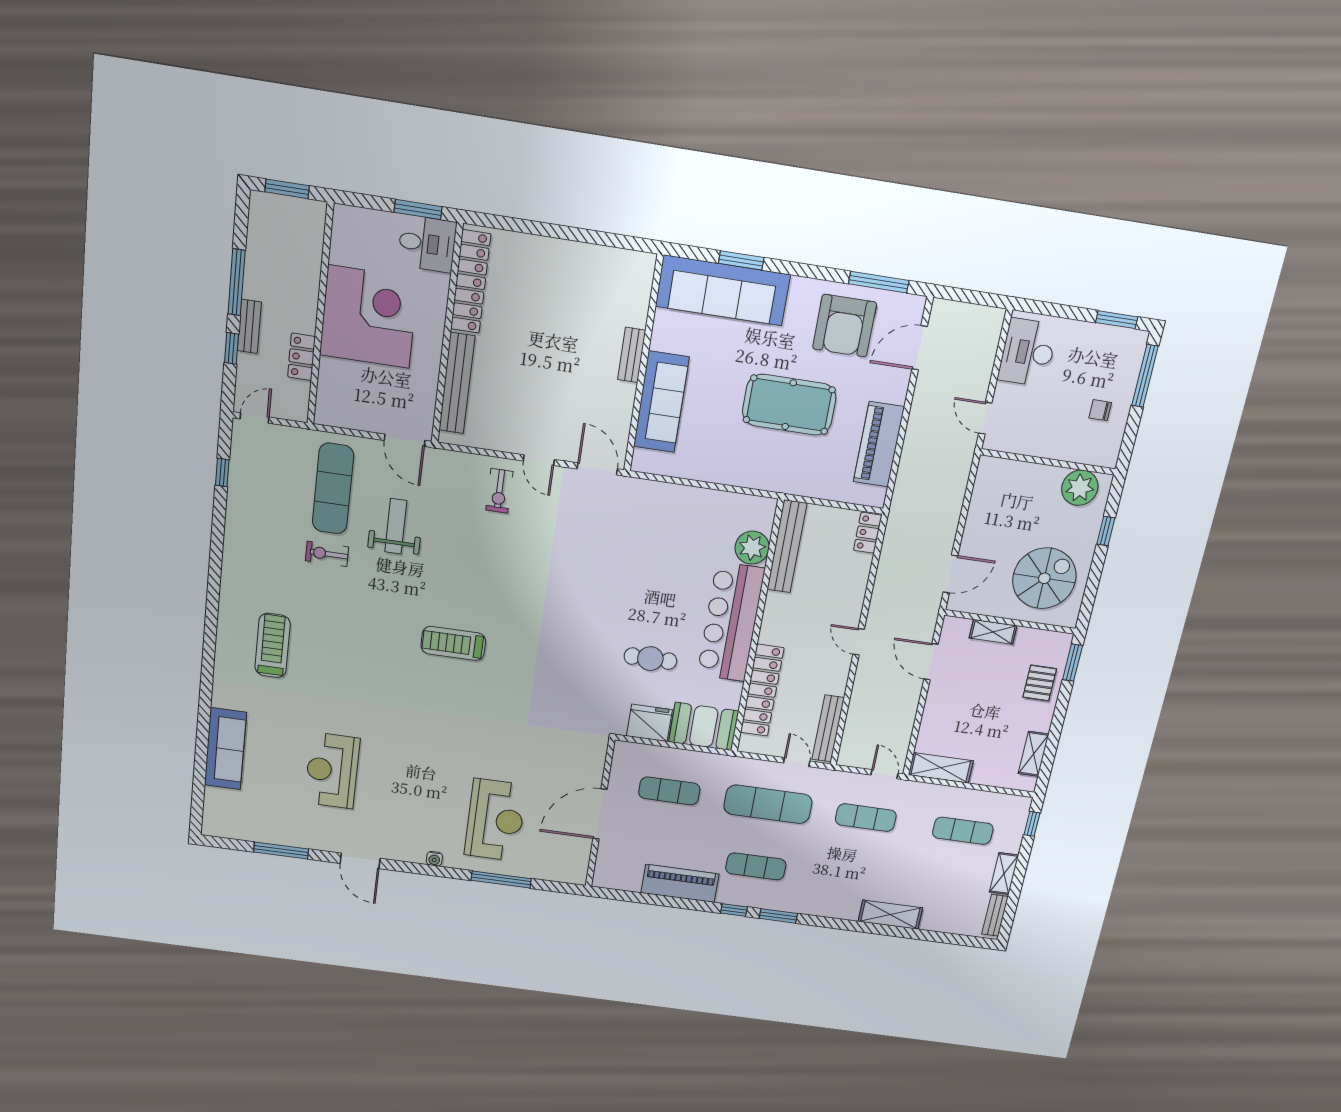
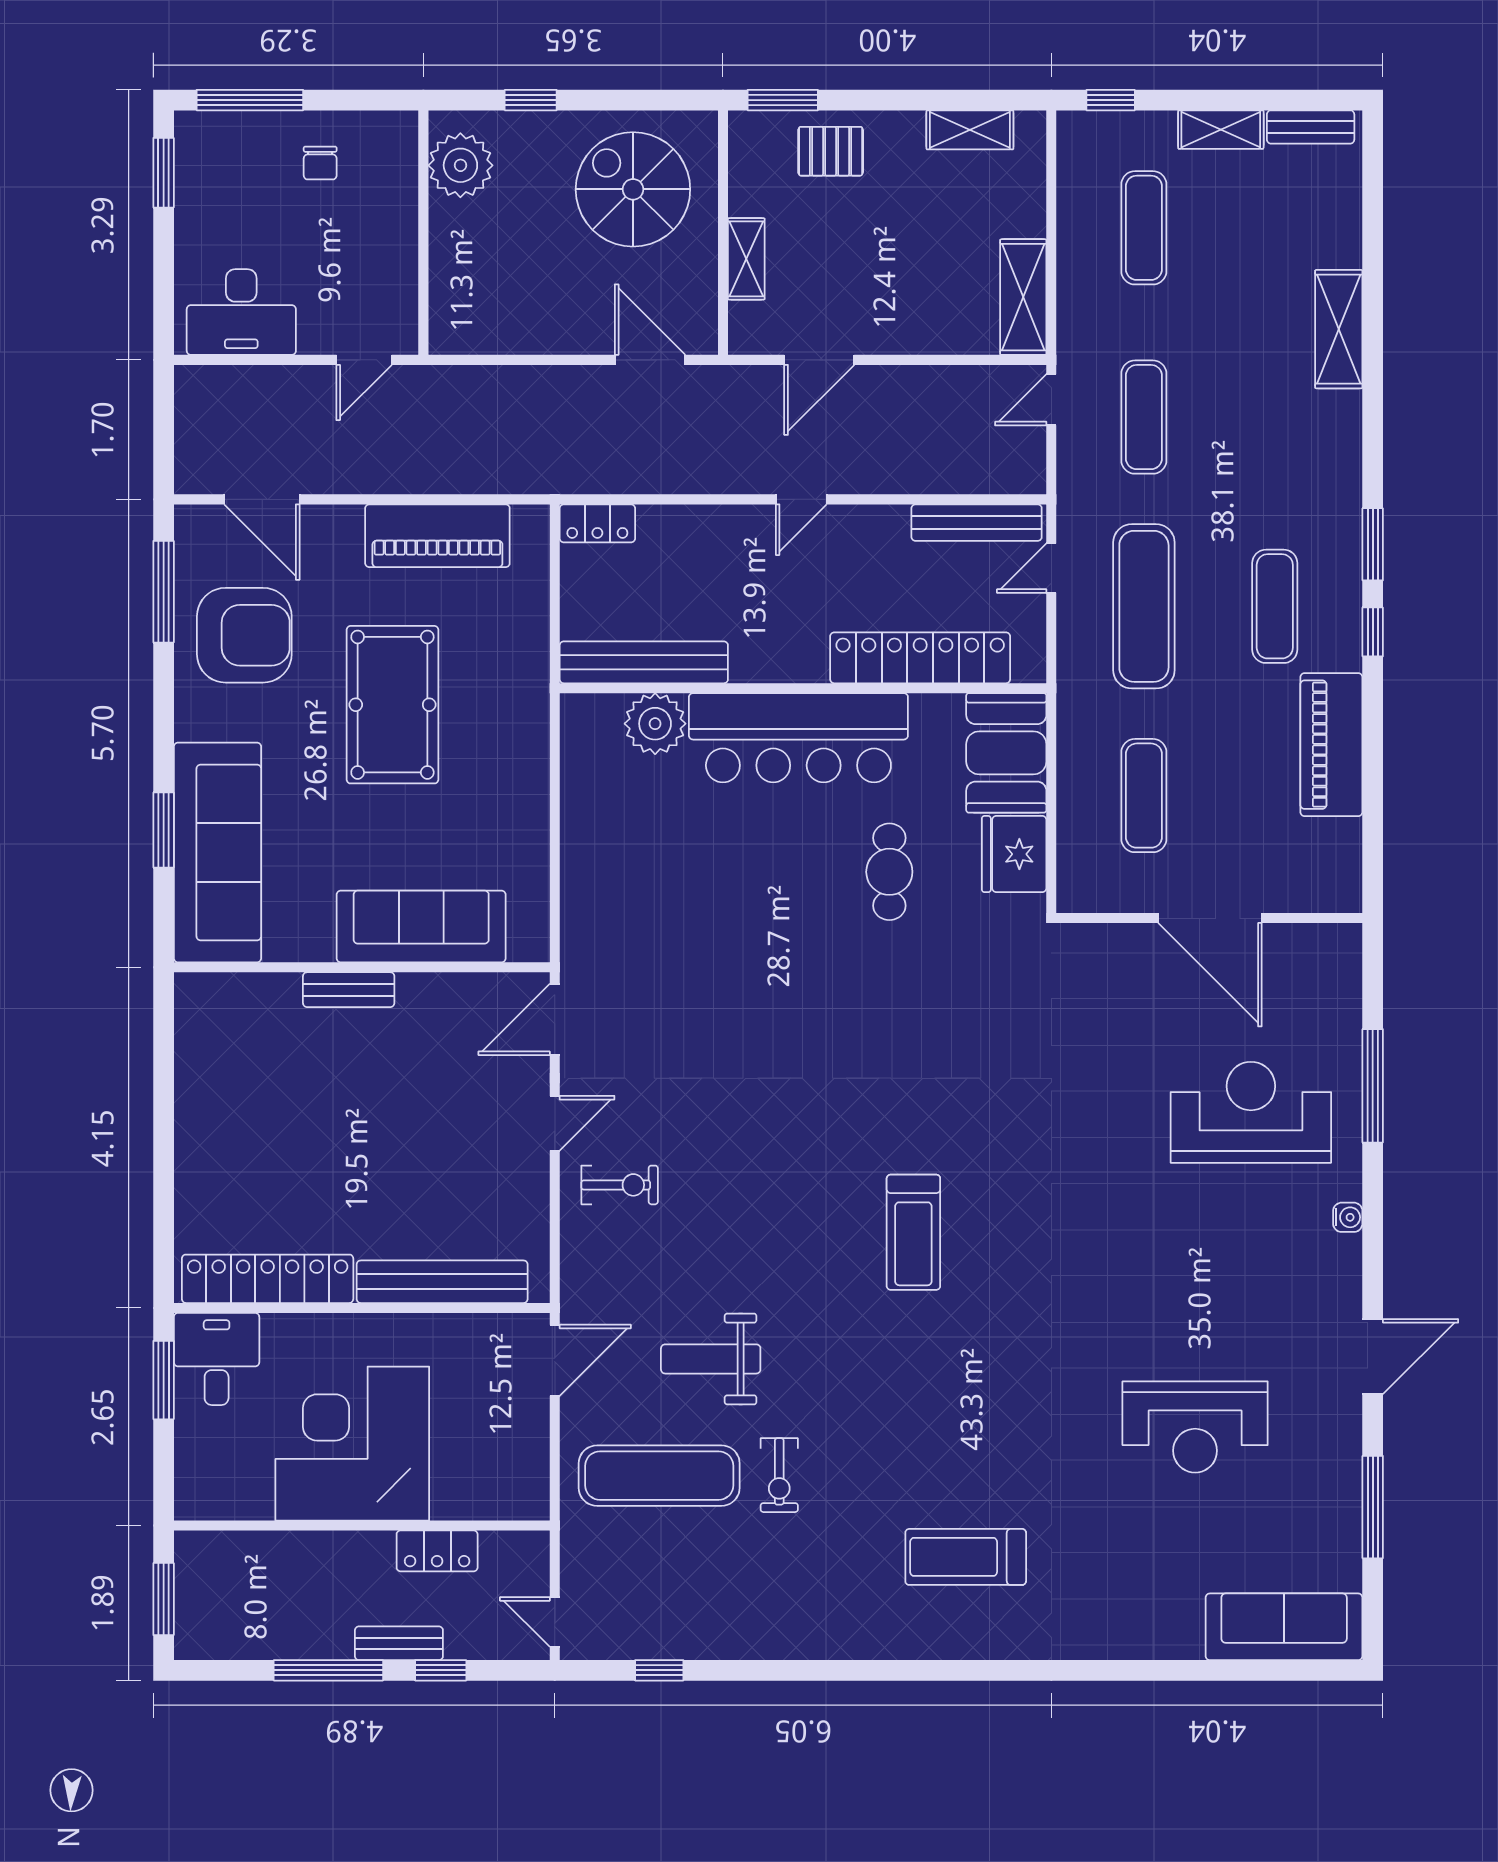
sofa: (225, 749) -> (1284, 1627), moved

